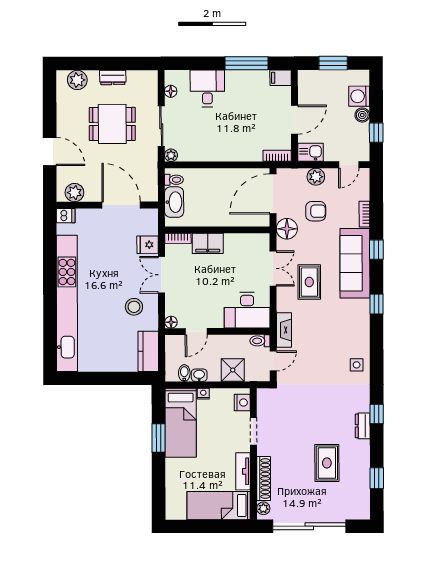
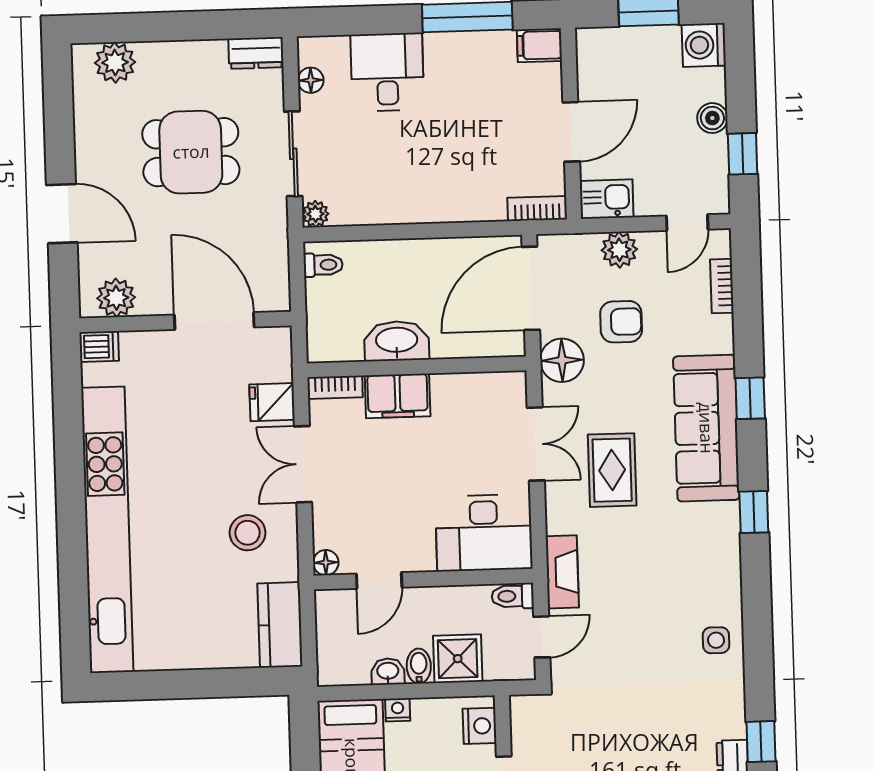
dresser: (113, 77) -> (256, 53), moved
washing machine: (359, 96) -> (704, 45), moved
washbasin: (174, 202) -> (397, 341), moved, turned -90
bookcase: (364, 214) -> (722, 286), moved
bidet: (184, 373) -> (419, 666), moved

